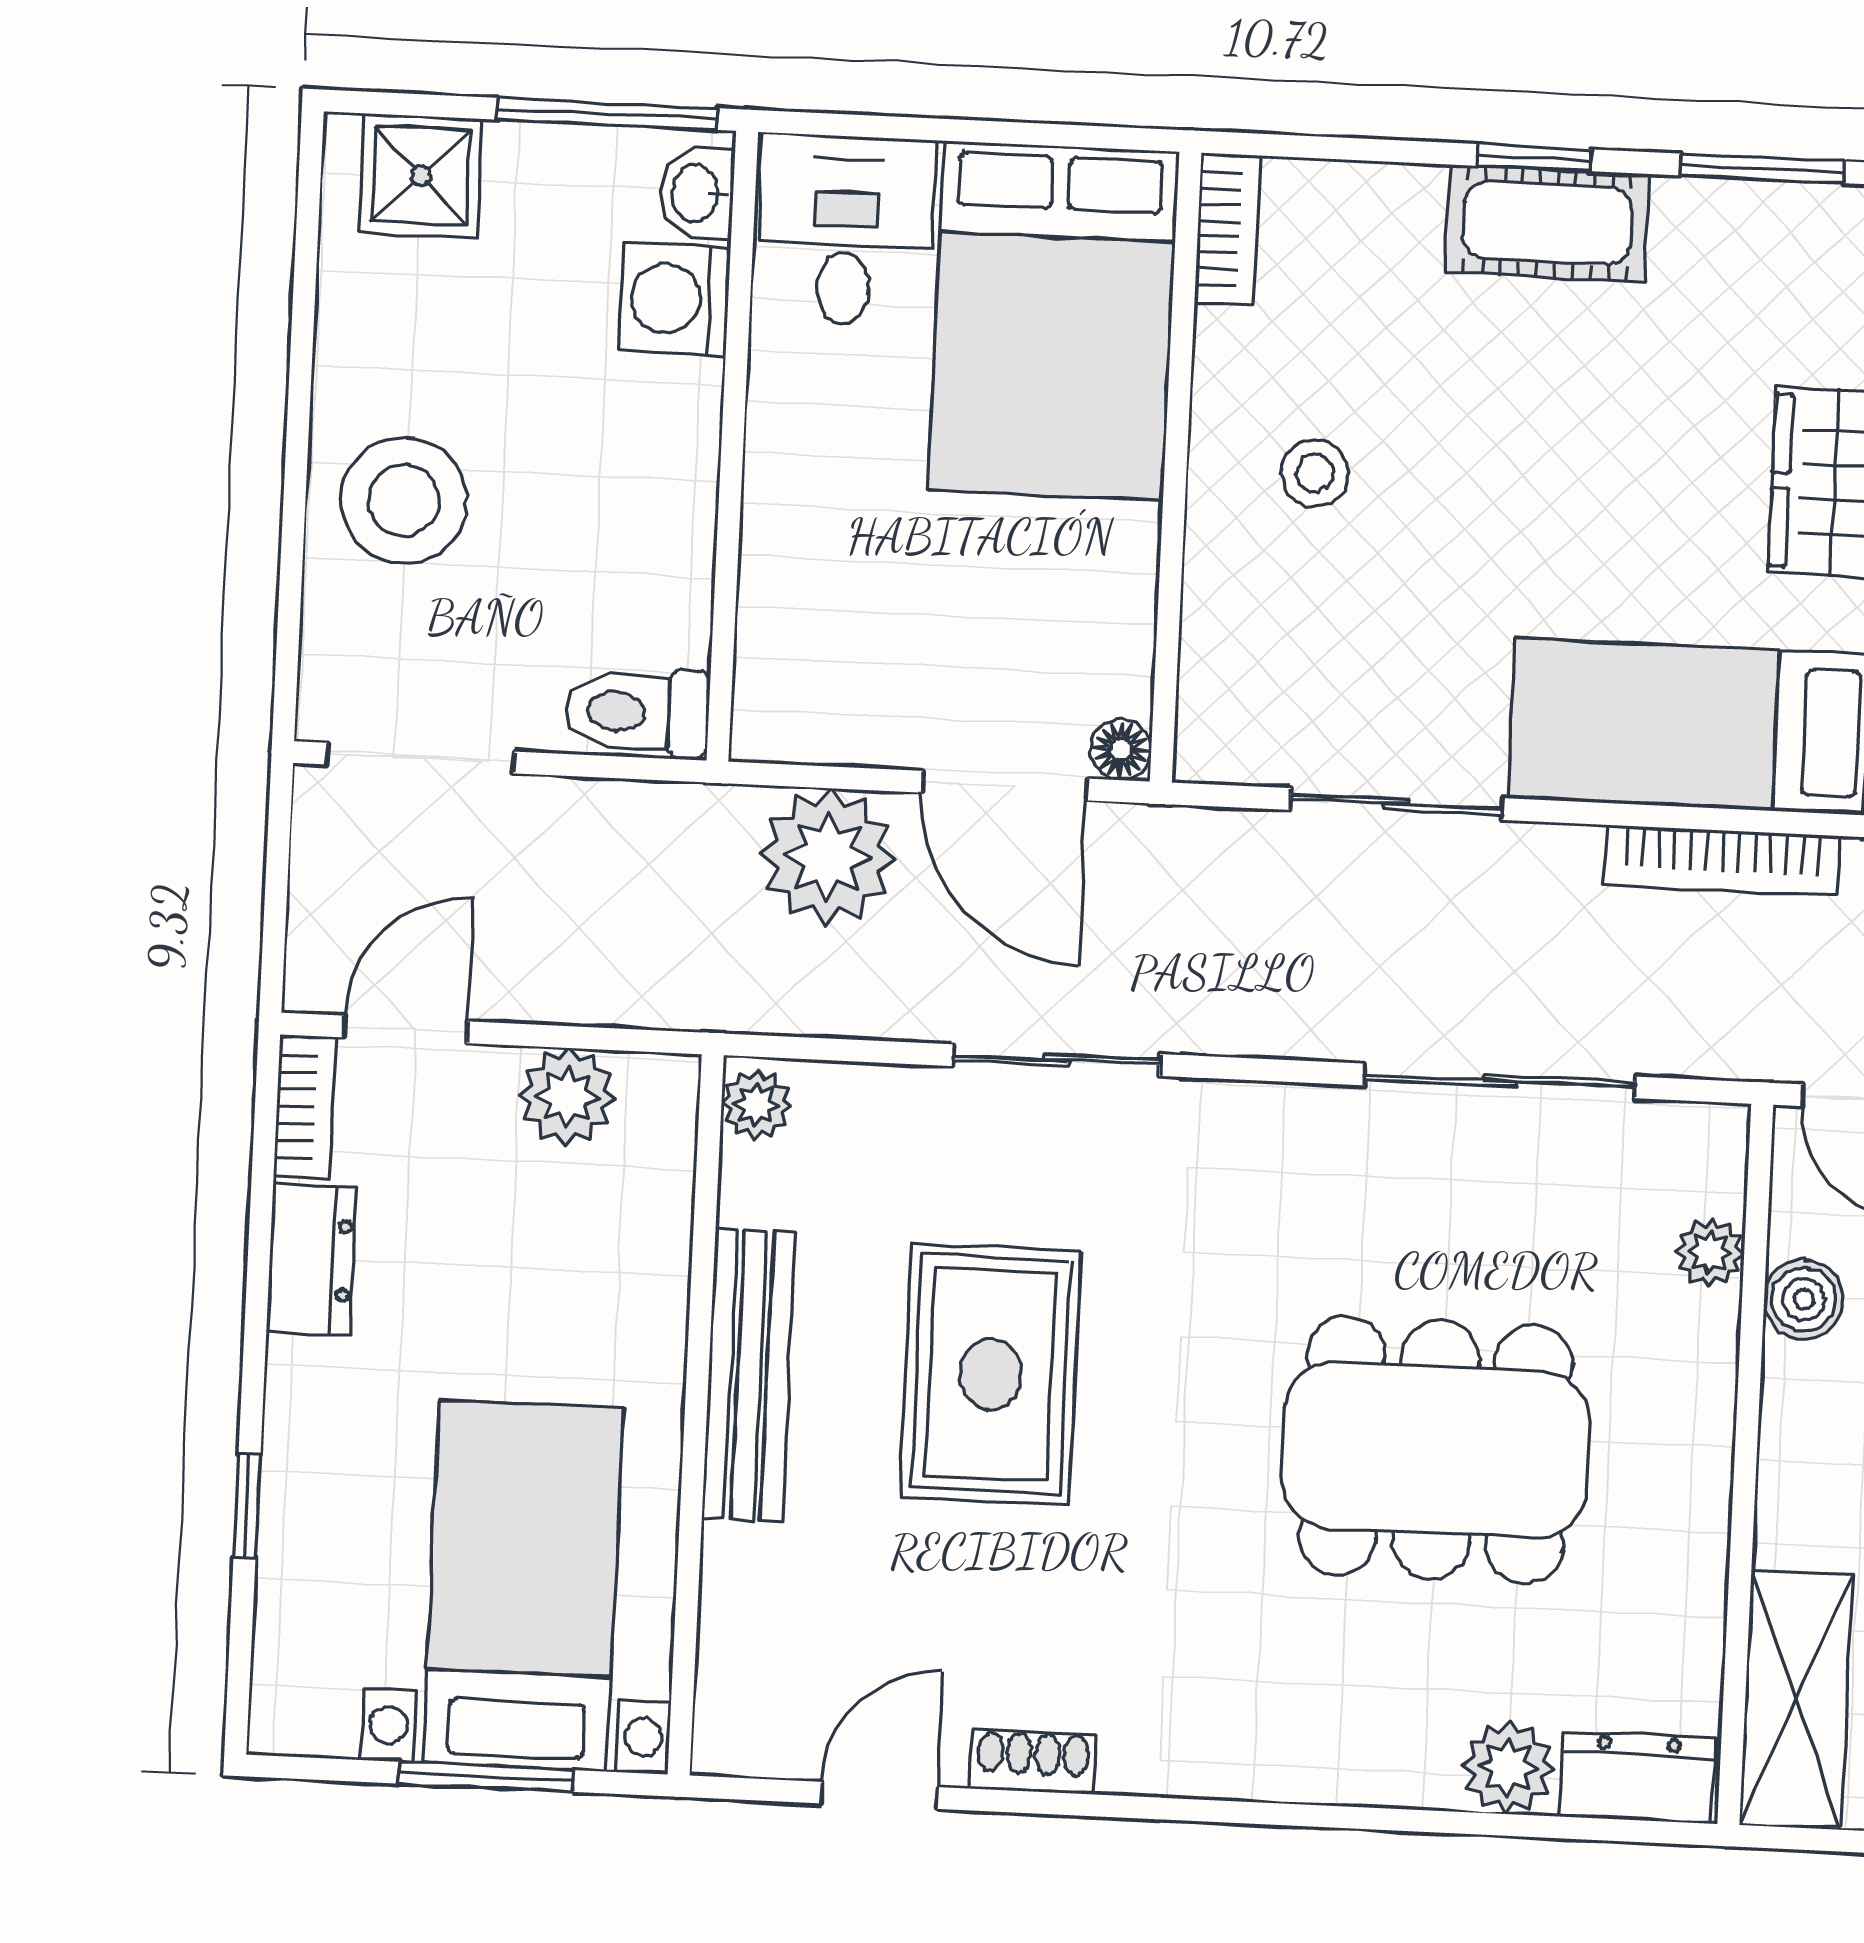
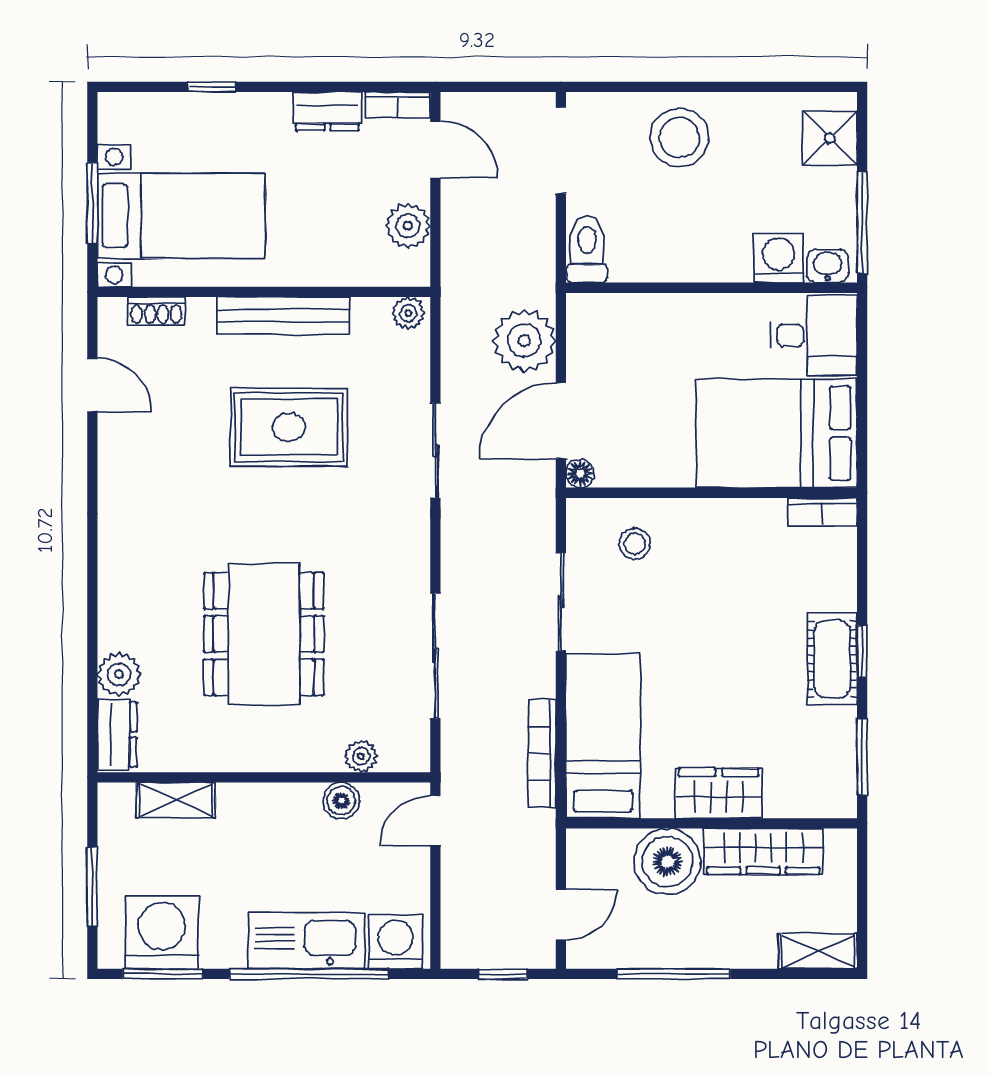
stool: (1315, 473) -> (635, 544), moved
shelving: (1796, 1699) -> (176, 800), width x0.67, depth x0.75
shoe rack: (1033, 1762) -> (156, 311), moved, turned 90

